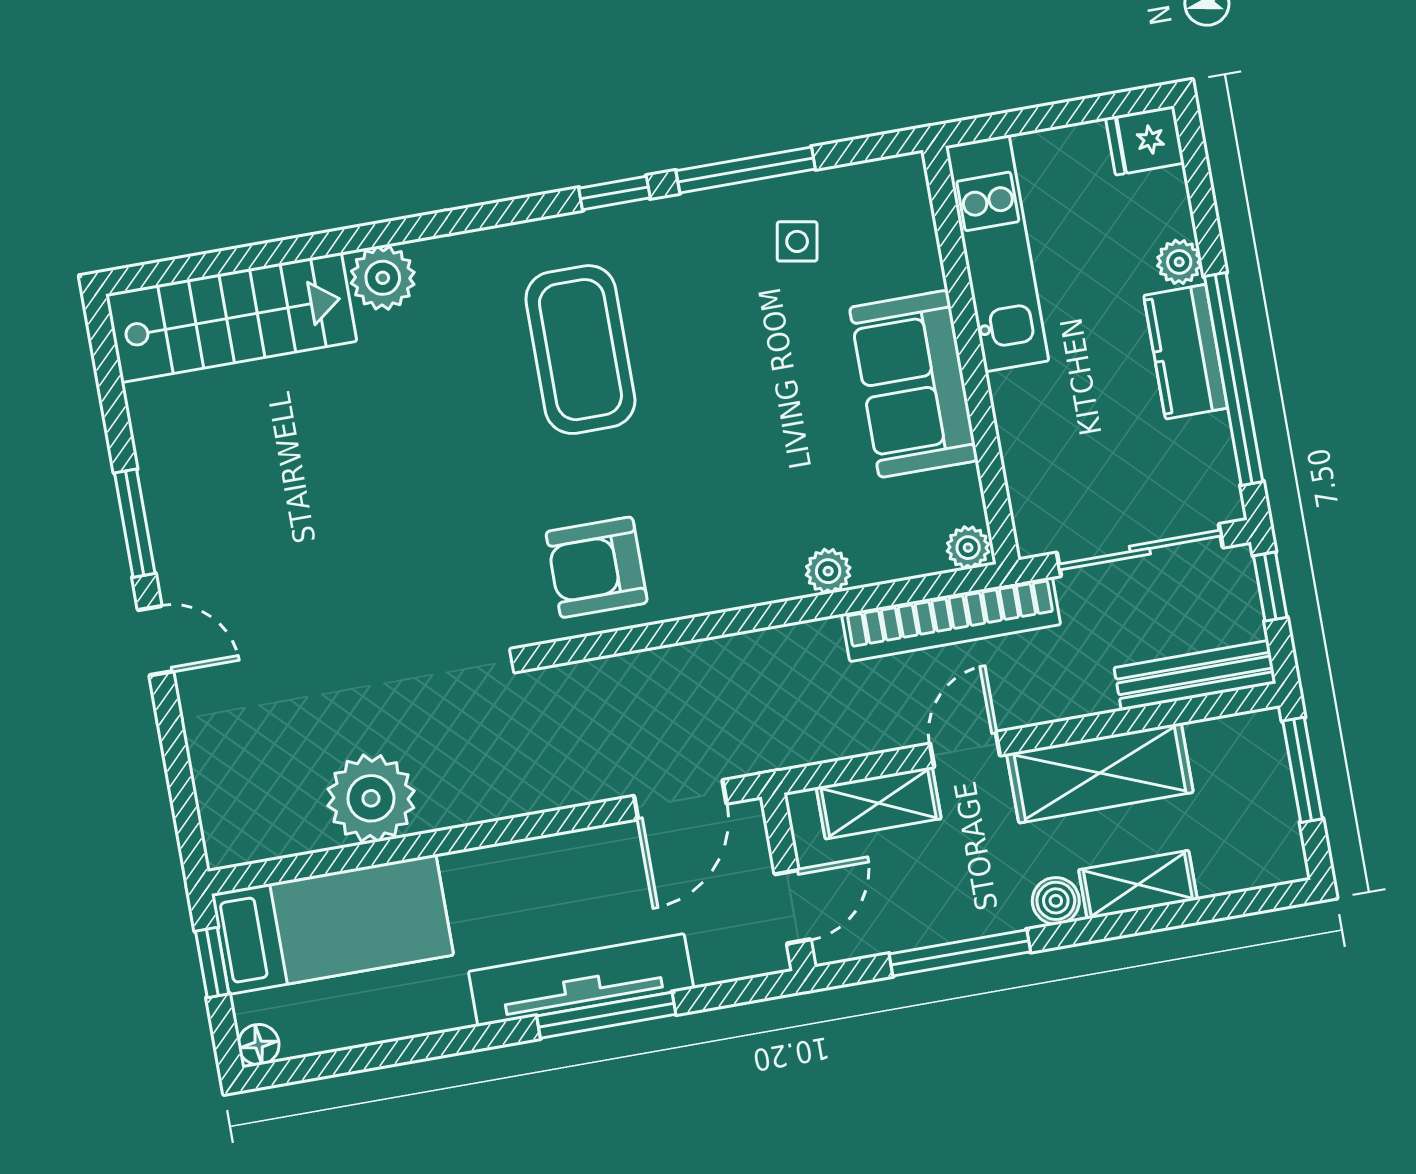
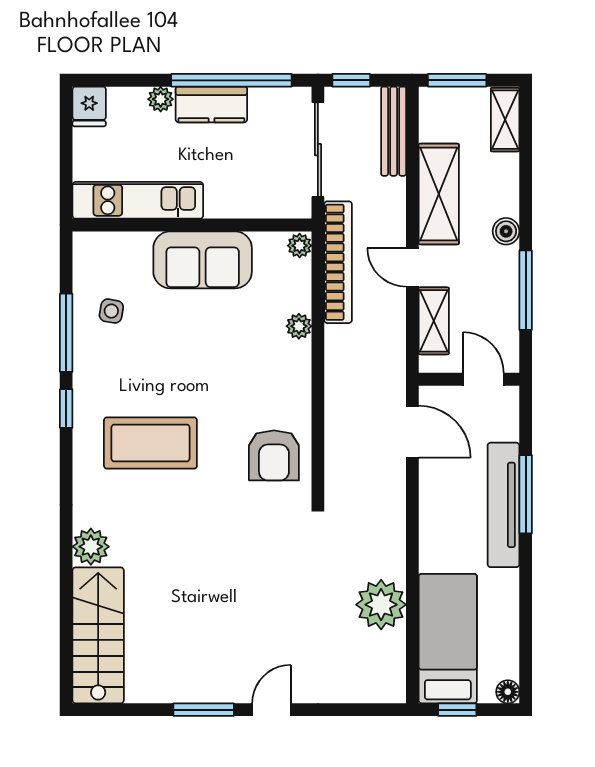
shelving: (1138, 885) -> (505, 120), moved

